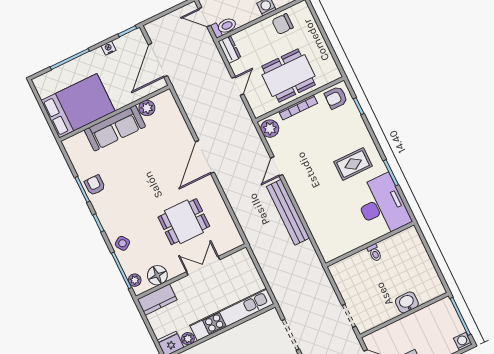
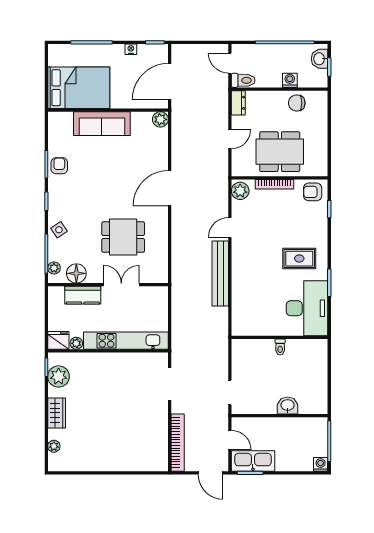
plant: (147, 108) -> (160, 119), moved
kitchen counter: (157, 300) -> (83, 295), moved

